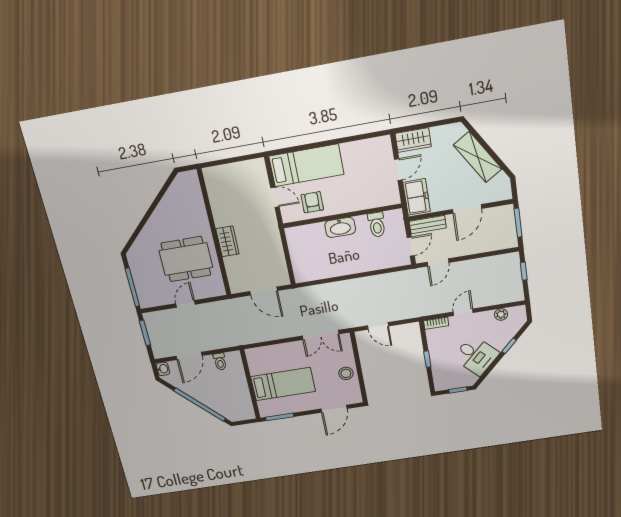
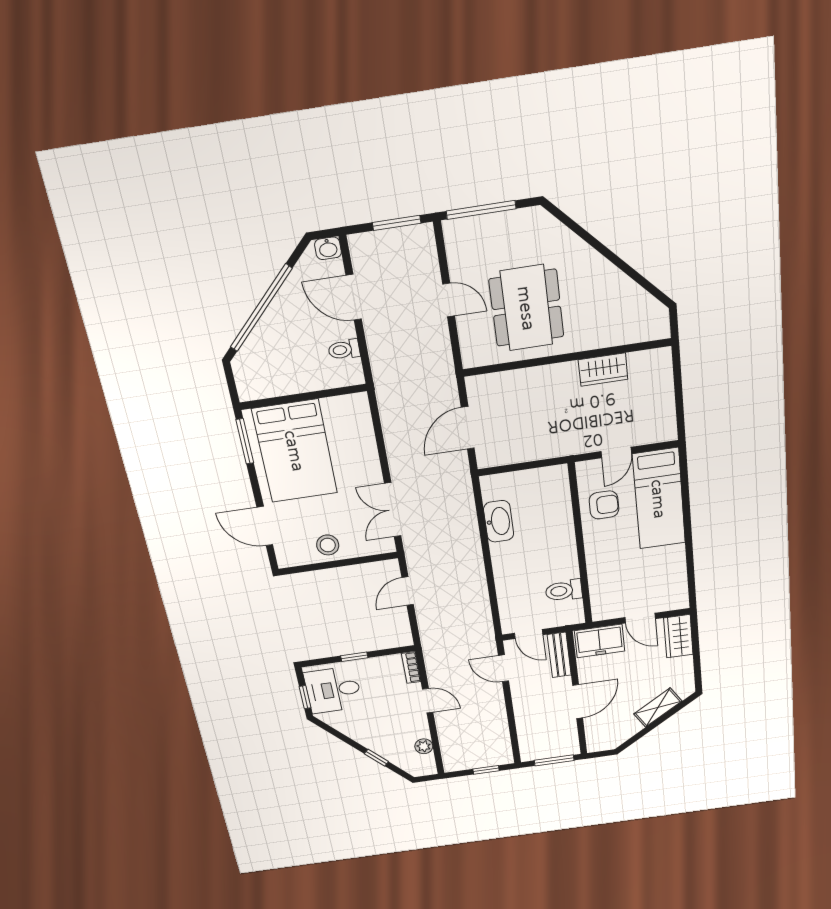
shelving: (478, 157) -> (658, 708), width x0.67, depth x0.75
door: (467, 209) -> (578, 702), swing flipped
washbasin: (340, 227) -> (499, 521), moved, turned 180
wardrobe: (227, 241) -> (603, 370), moved
desk: (476, 355) -> (333, 690), moved, turned 45
bed: (283, 384) -> (295, 451), width x1.50

